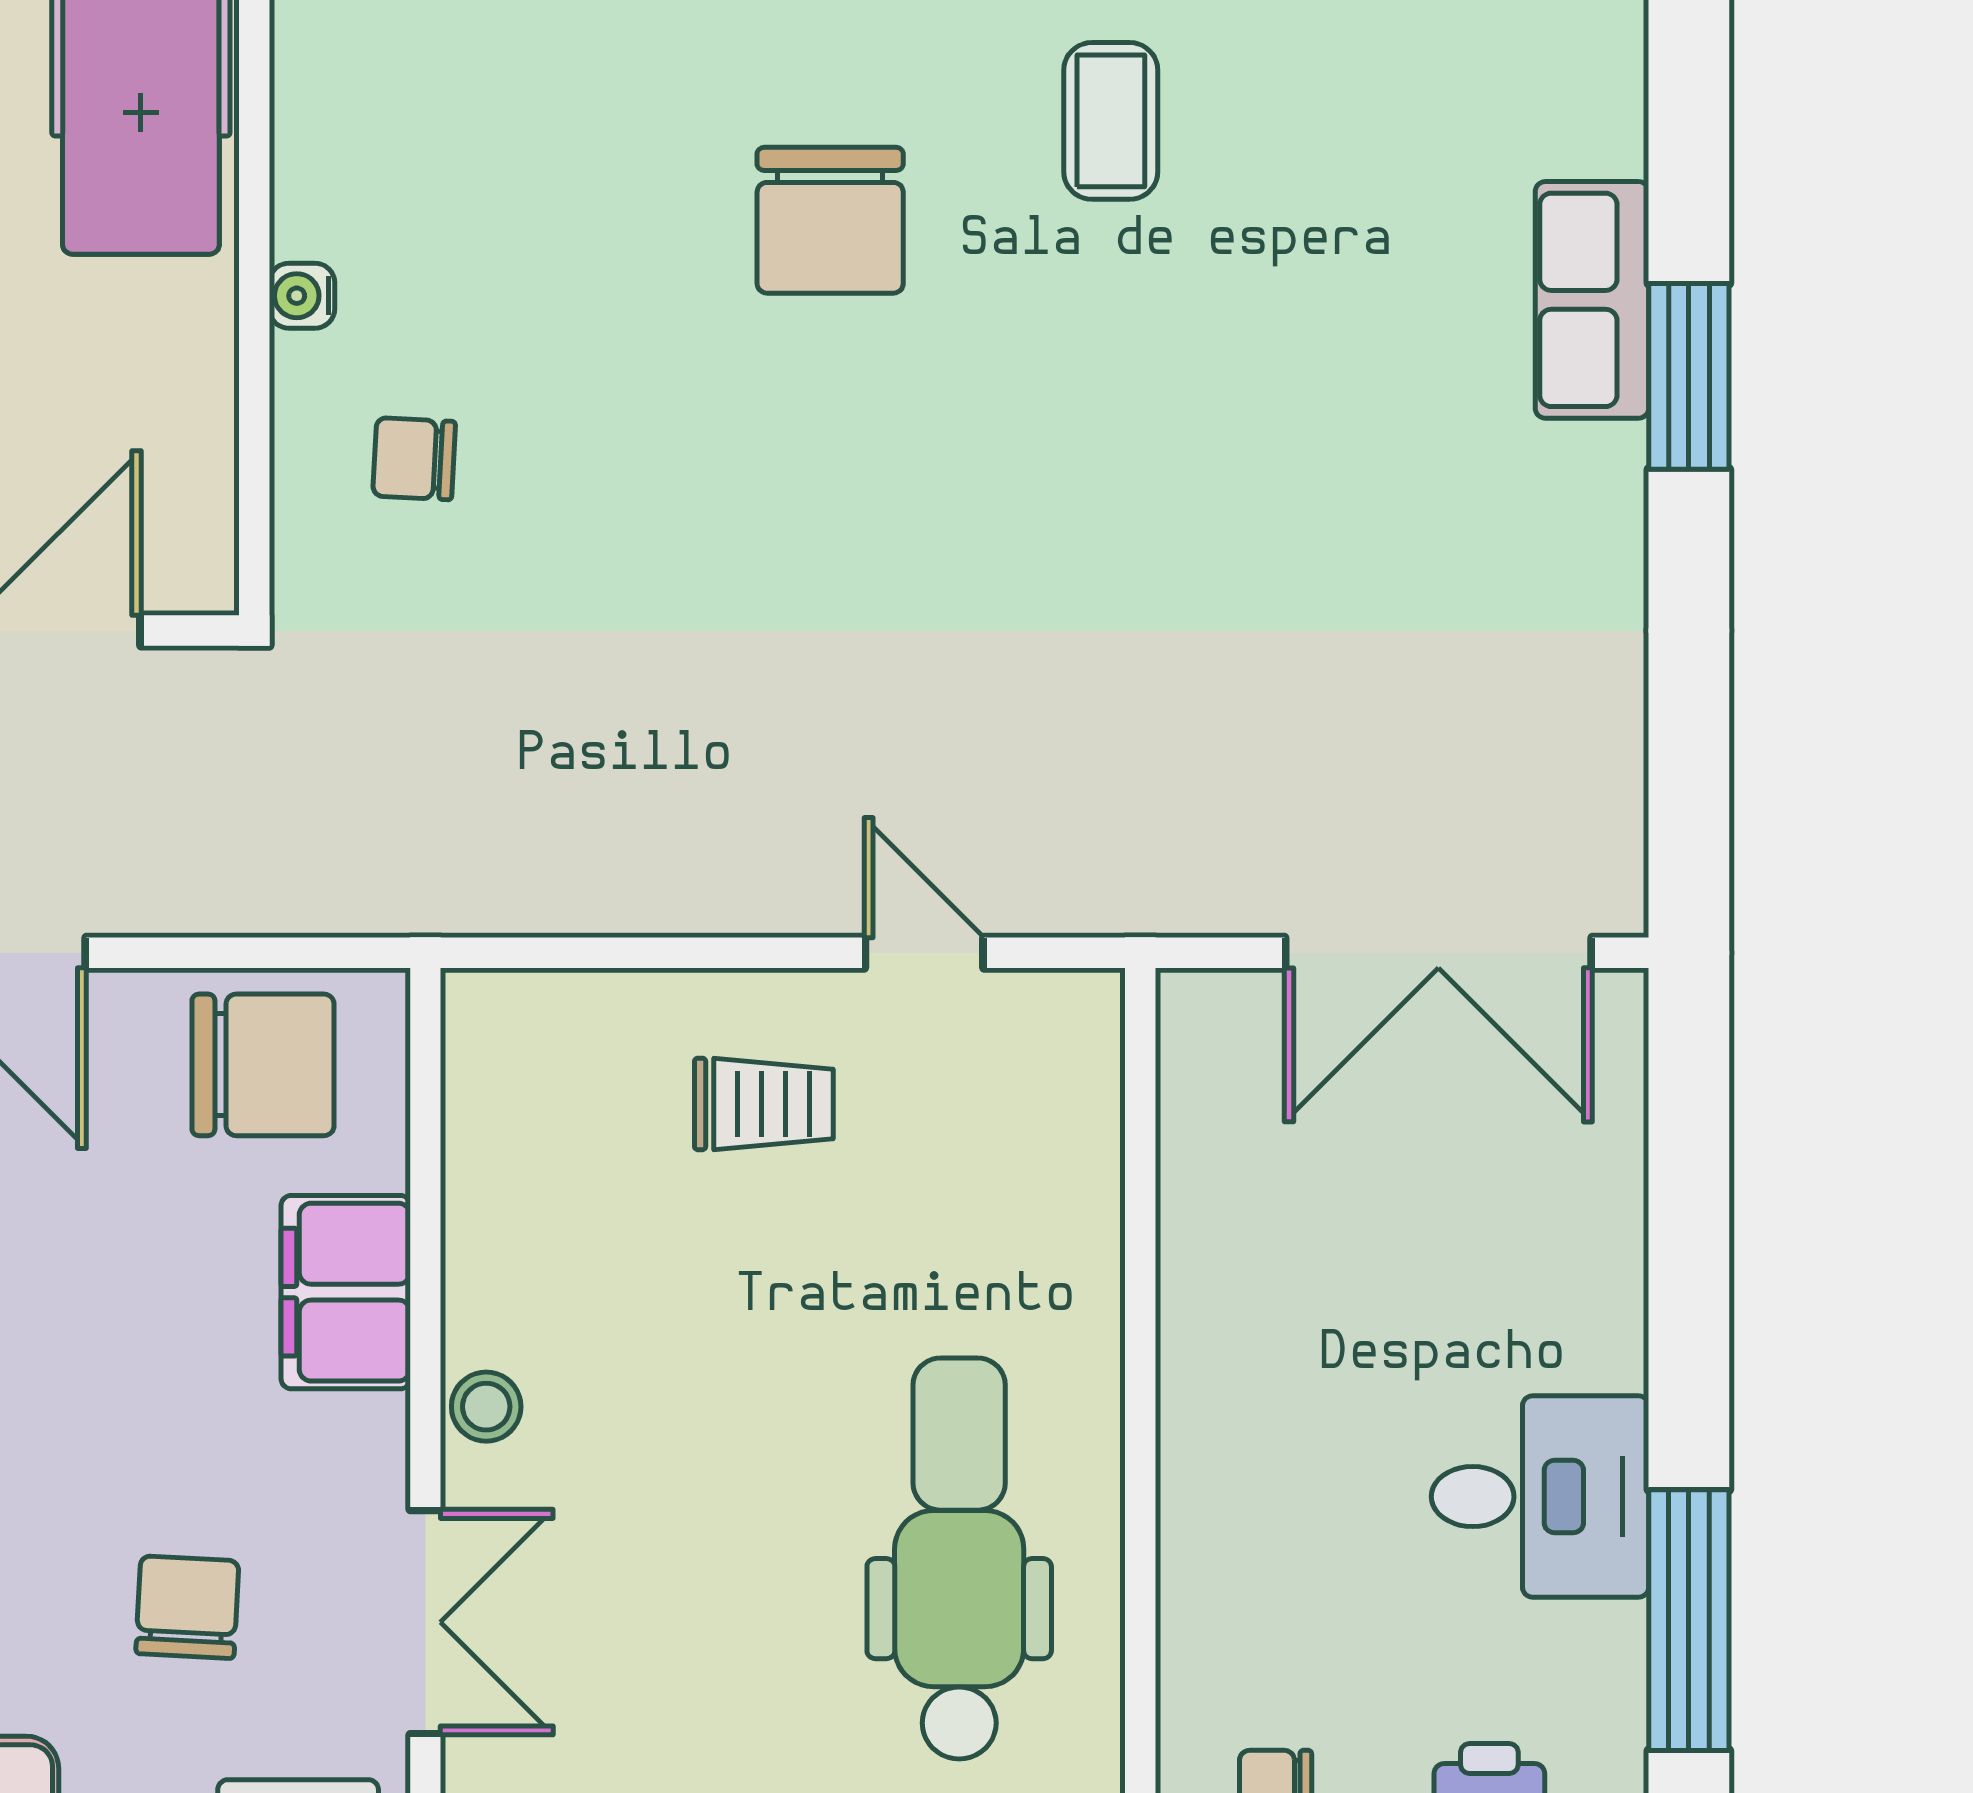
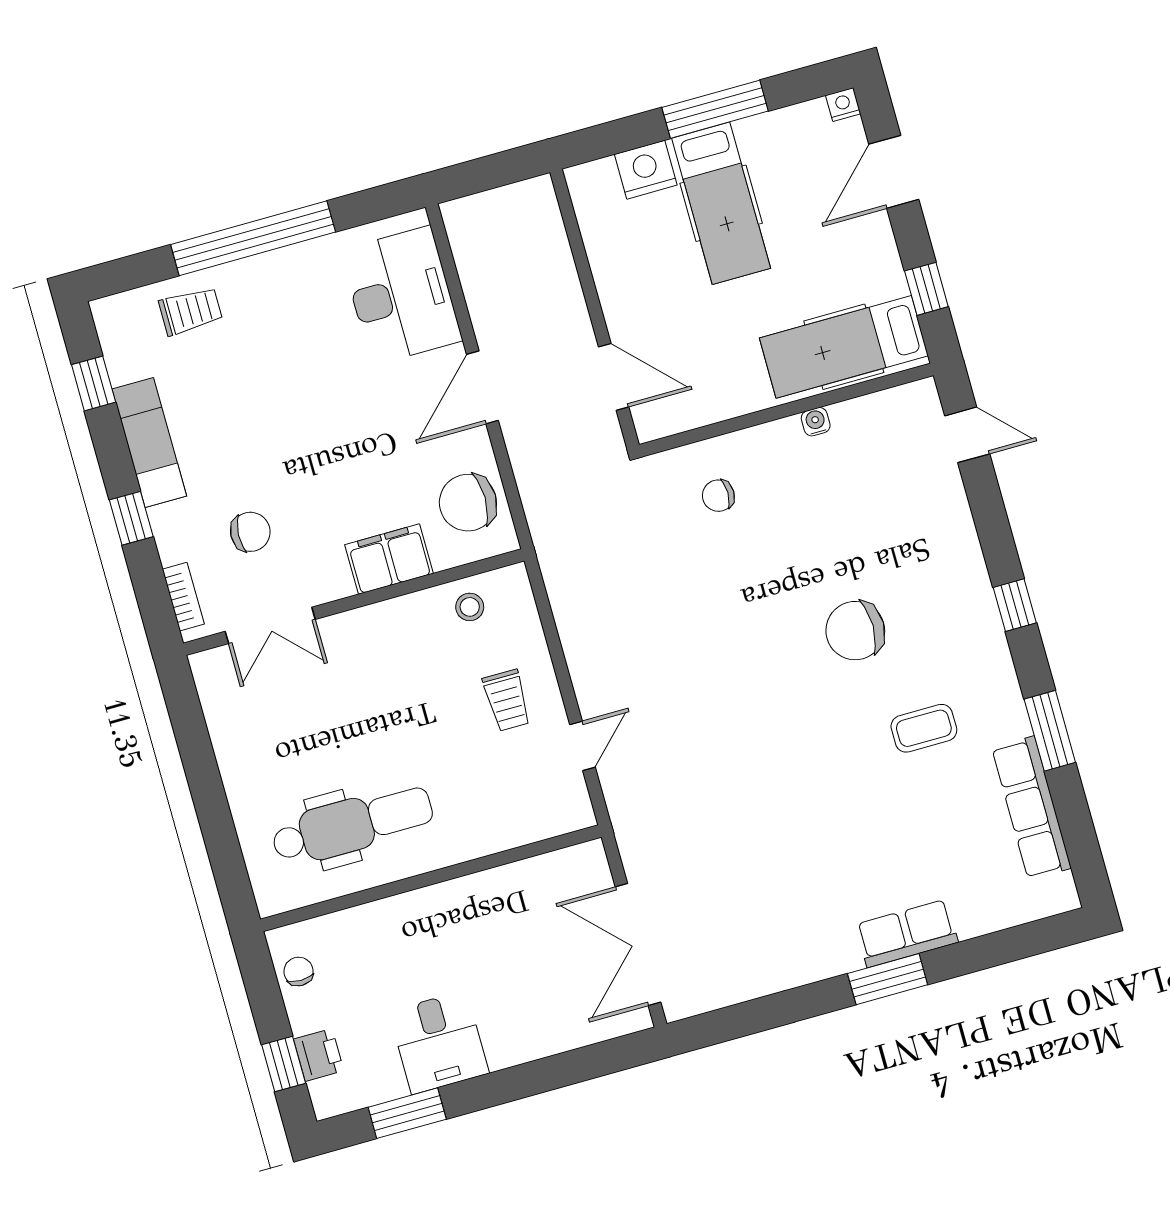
water cooler: (302, 296) -> (816, 422), moved
chair: (414, 459) -> (718, 496), turned -93
chair: (263, 1065) -> (468, 503), turned 90
stool: (486, 1407) -> (470, 607), moved
window: (1689, 1620) -> (407, 1113), width x0.69

